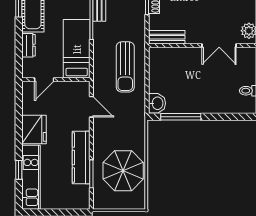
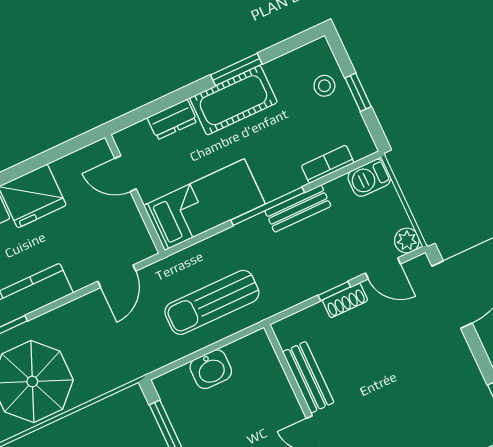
bench: (167, 37) -> (308, 377), moved
washbasin: (157, 103) -> (211, 369), moved

